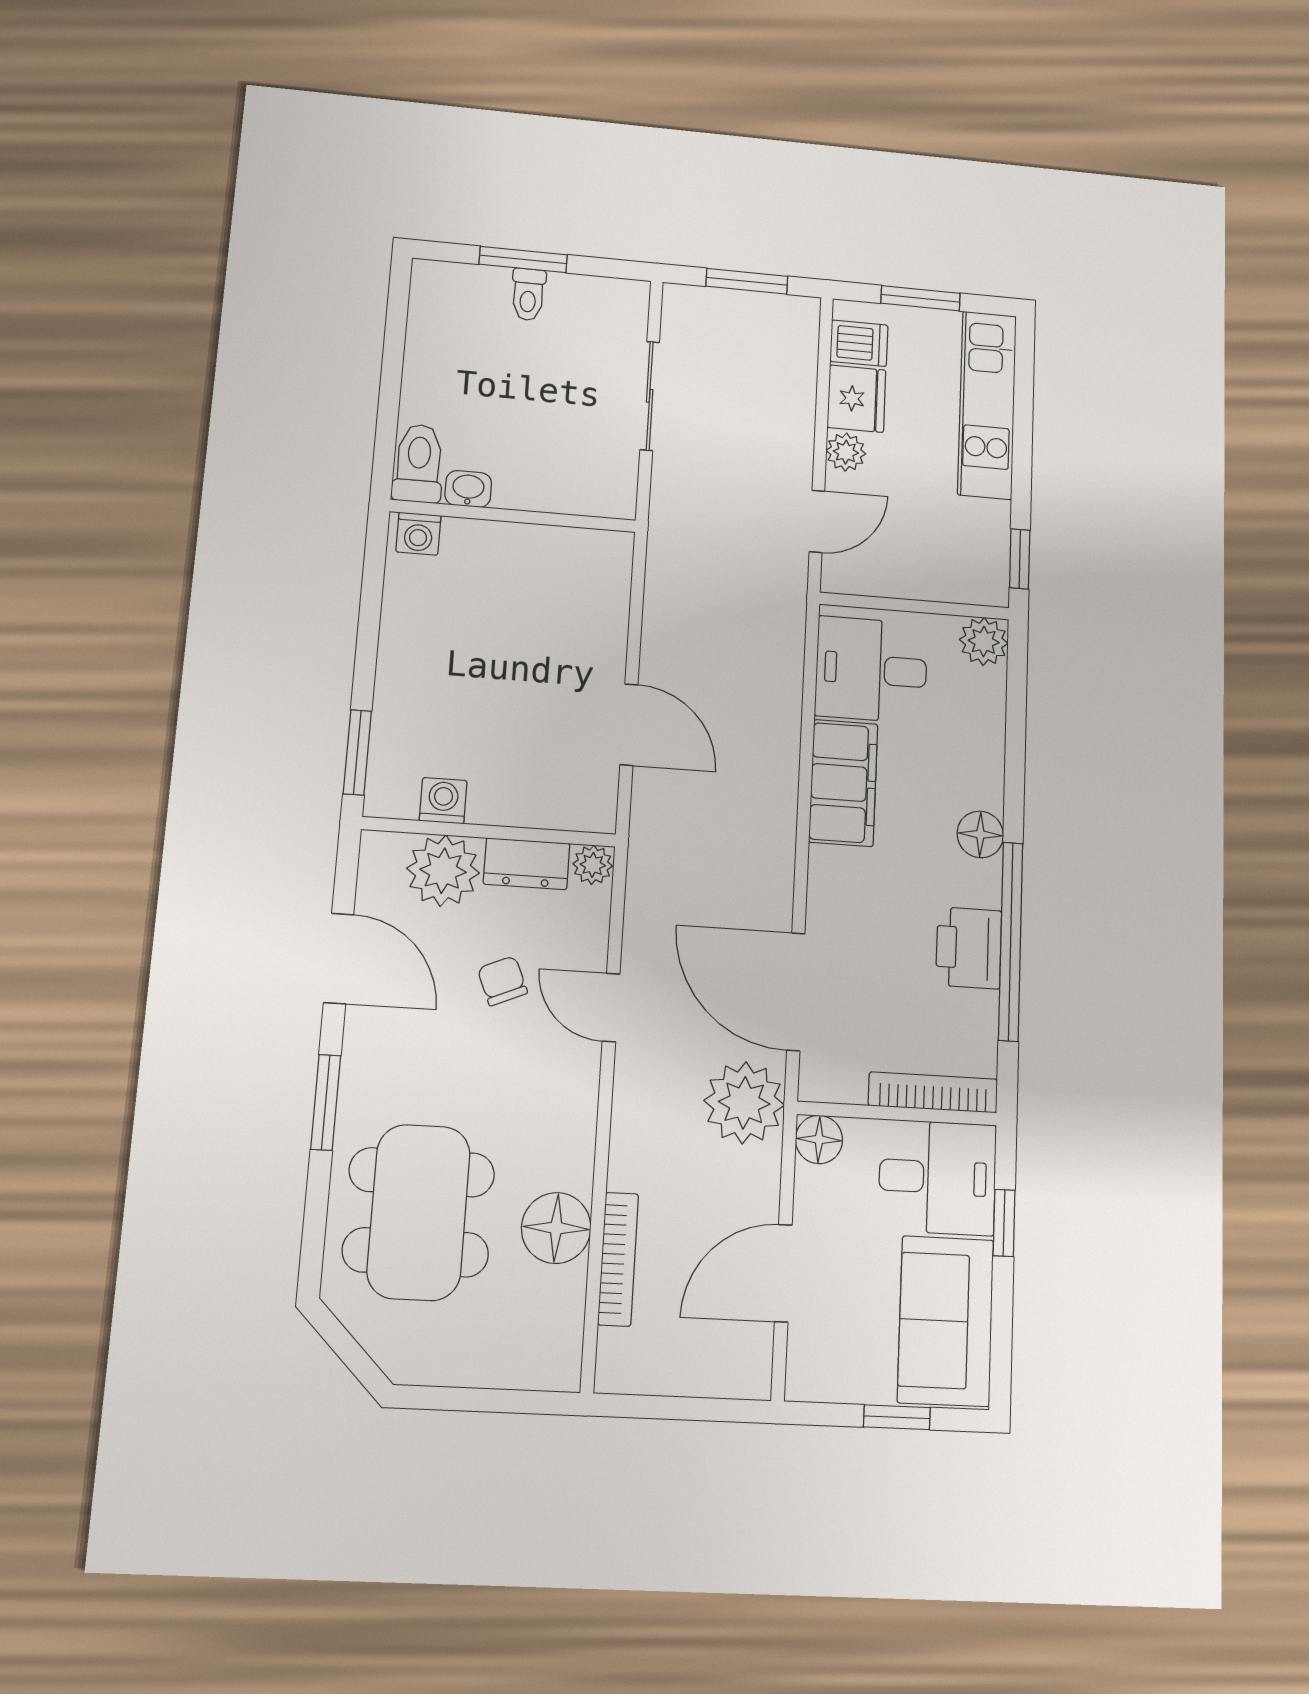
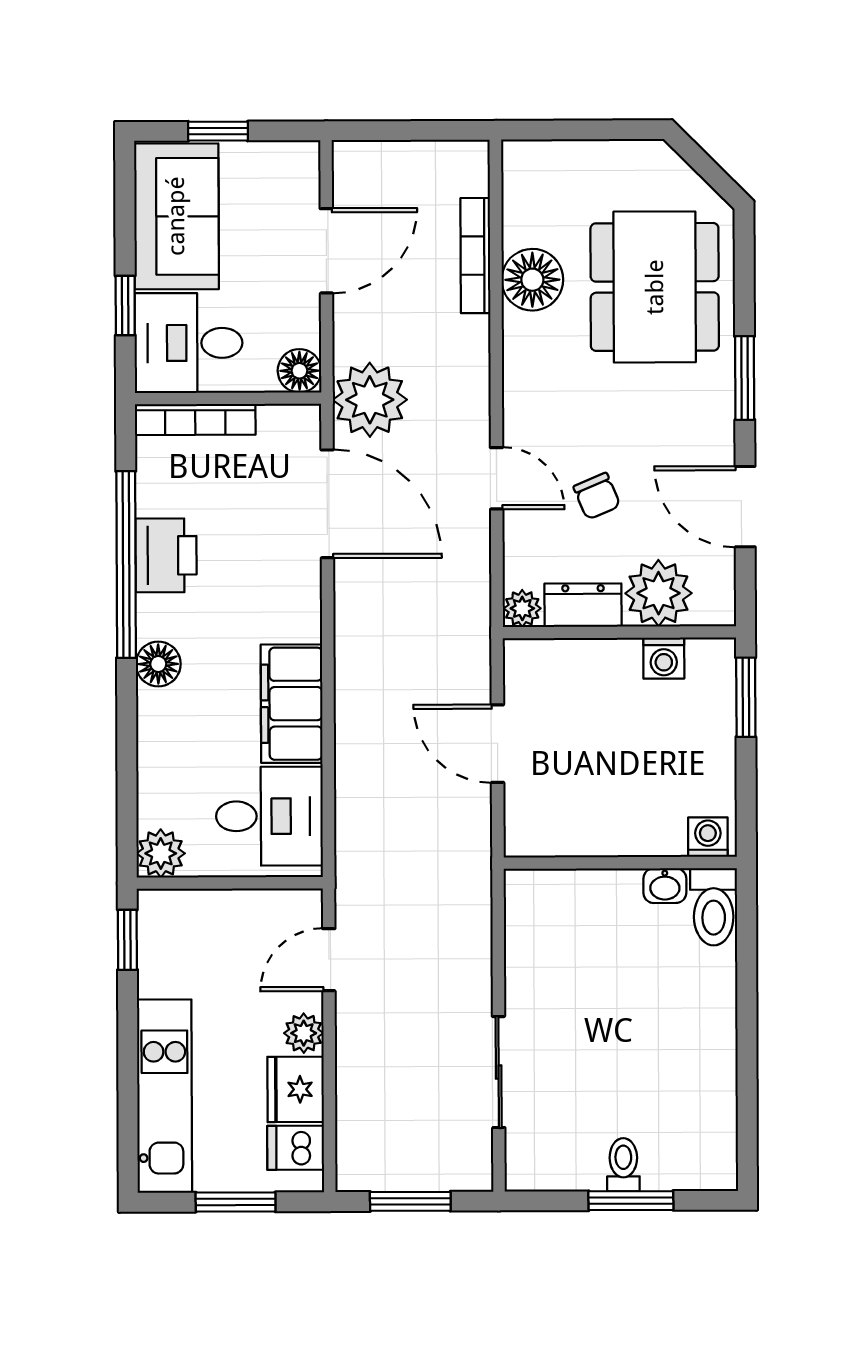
toilet: (419, 463) -> (714, 907), moved
washbasin: (468, 489) -> (665, 886), moved
wall: (513, 516) -> (620, 863), moved
washing machine: (418, 534) -> (708, 837), moved

